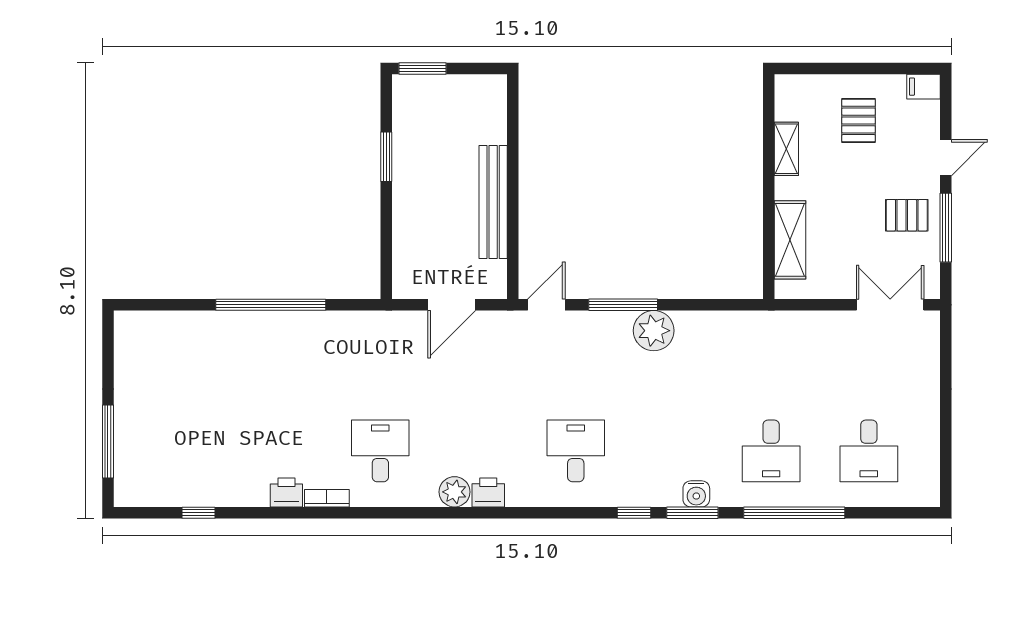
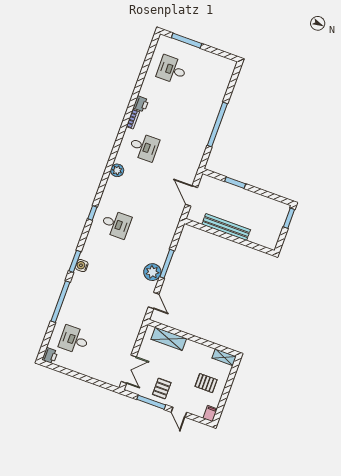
shelving: (786, 149) -> (224, 357), moved
window: (386, 157) -> (235, 183), moved
door: (546, 305) -> (154, 301), moved
desk: (771, 451) -> (172, 70), moved
printer: (488, 492) -> (50, 356), moved
window: (199, 513) -> (145, 66), removed
window: (634, 513) -> (92, 213), moved

